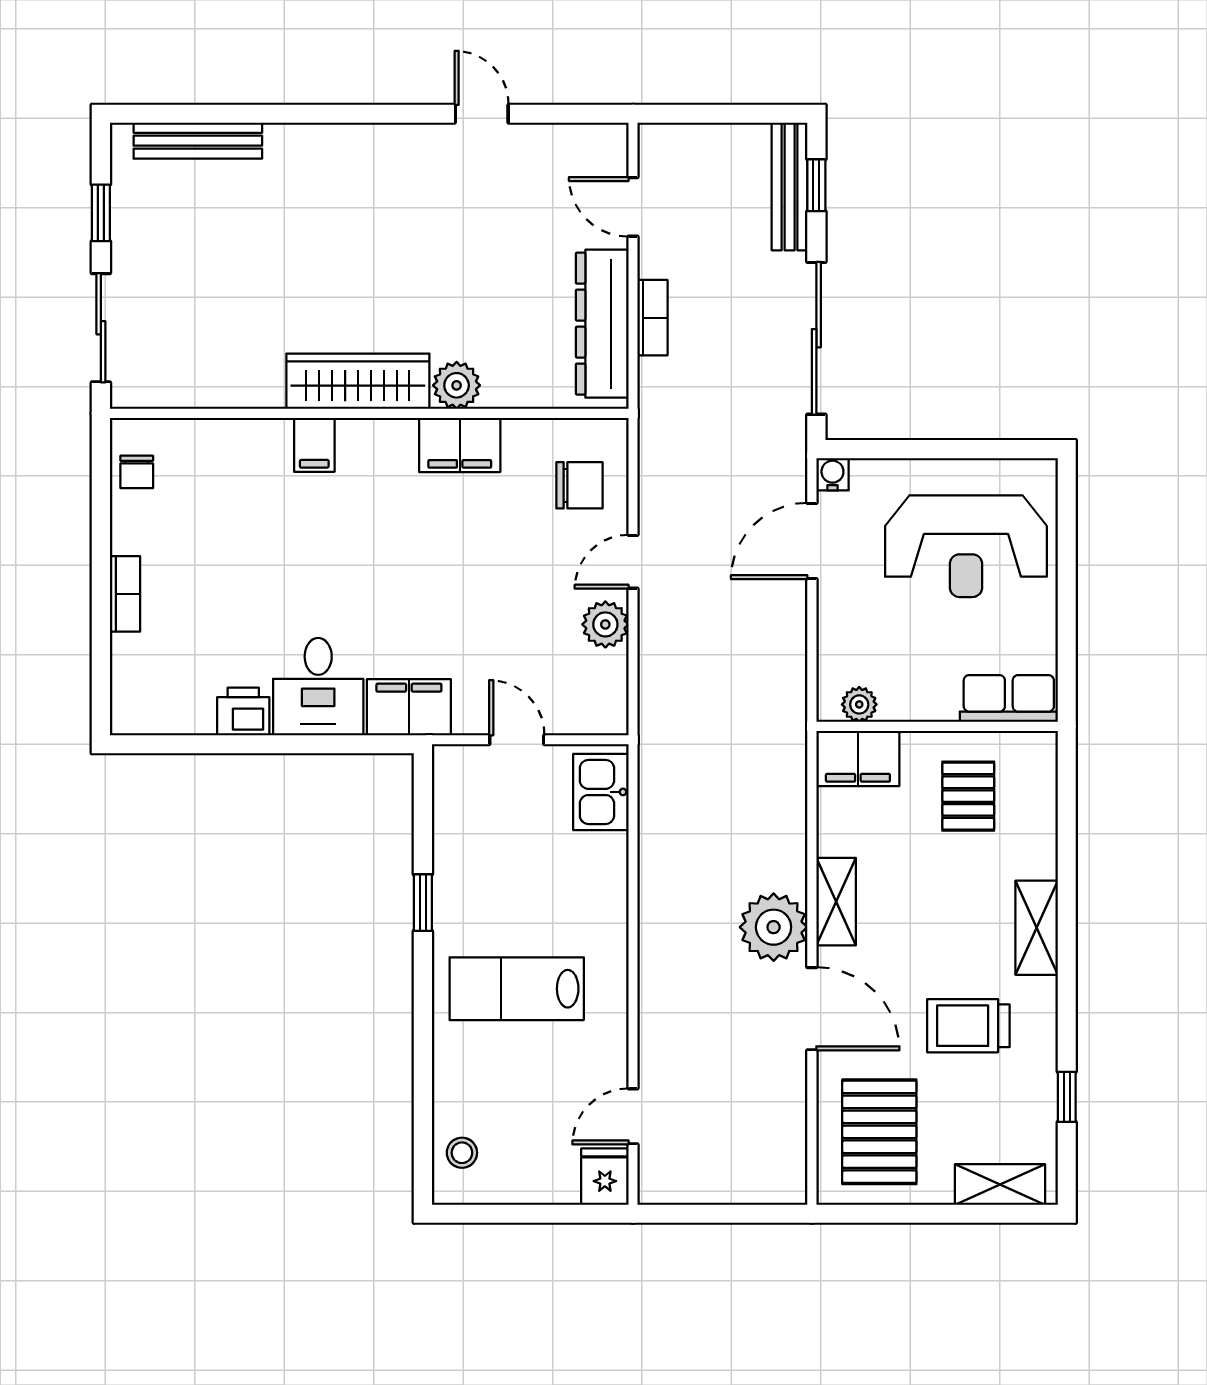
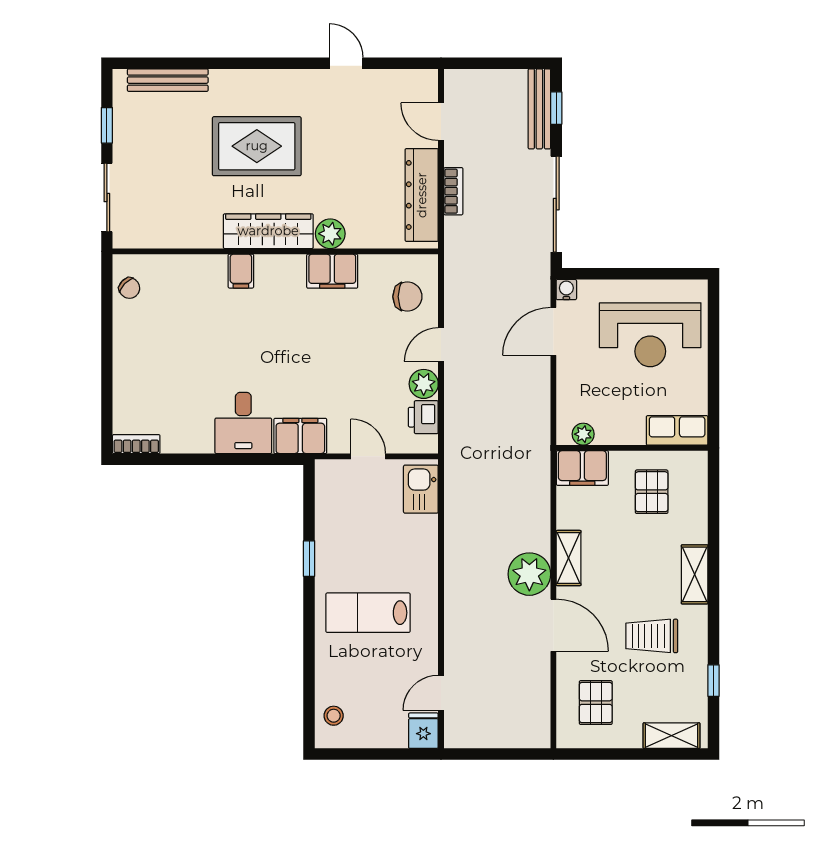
rug: (340, 246) -> (257, 146), added
chair: (137, 472) -> (129, 288), turned -46
bookcase: (125, 594) -> (136, 444), moved, turned -90
printer: (243, 711) -> (423, 417), moved, turned -90
pallet: (879, 1132) -> (596, 703), width x0.67, depth x0.71

